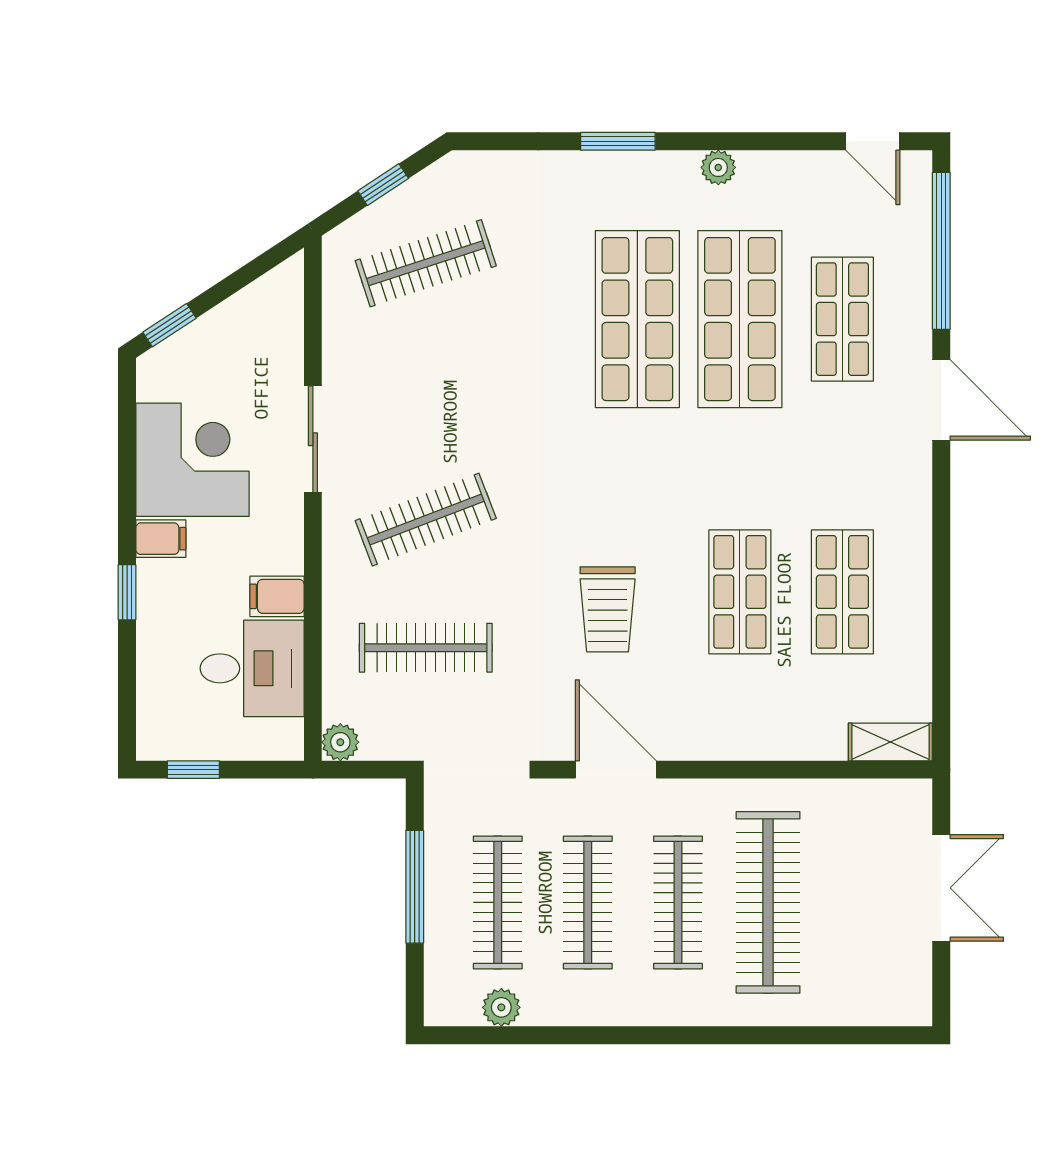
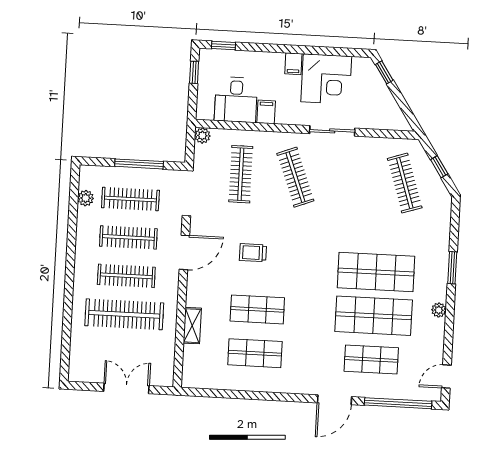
window: (127, 592) -> (224, 46), moved
trolley: (608, 609) -> (253, 253), width x0.73, depth x0.72
shelving: (890, 742) -> (192, 326), moved
double door: (941, 888) -> (126, 388), swing flipped

